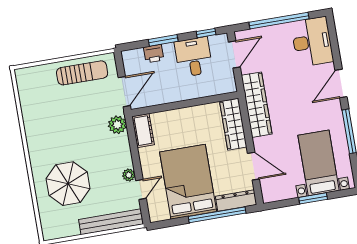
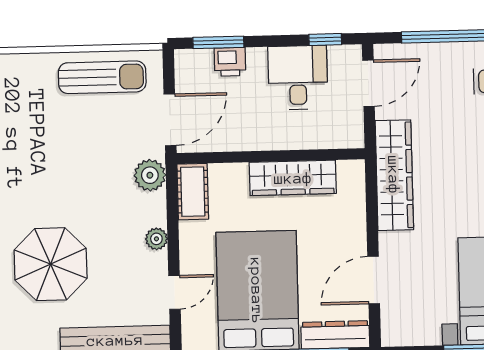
window: (163, 40) -> (218, 42), moved
wardrobe: (233, 124) -> (293, 178), moved, turned -90
door: (253, 166) -> (374, 280), swing flipped
plant: (129, 175) -> (156, 239), moved

